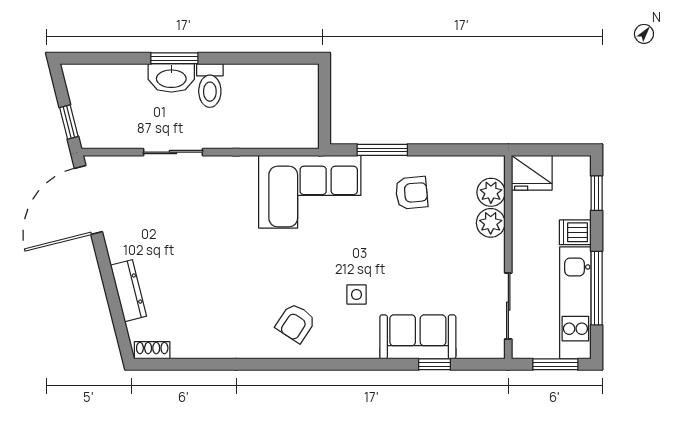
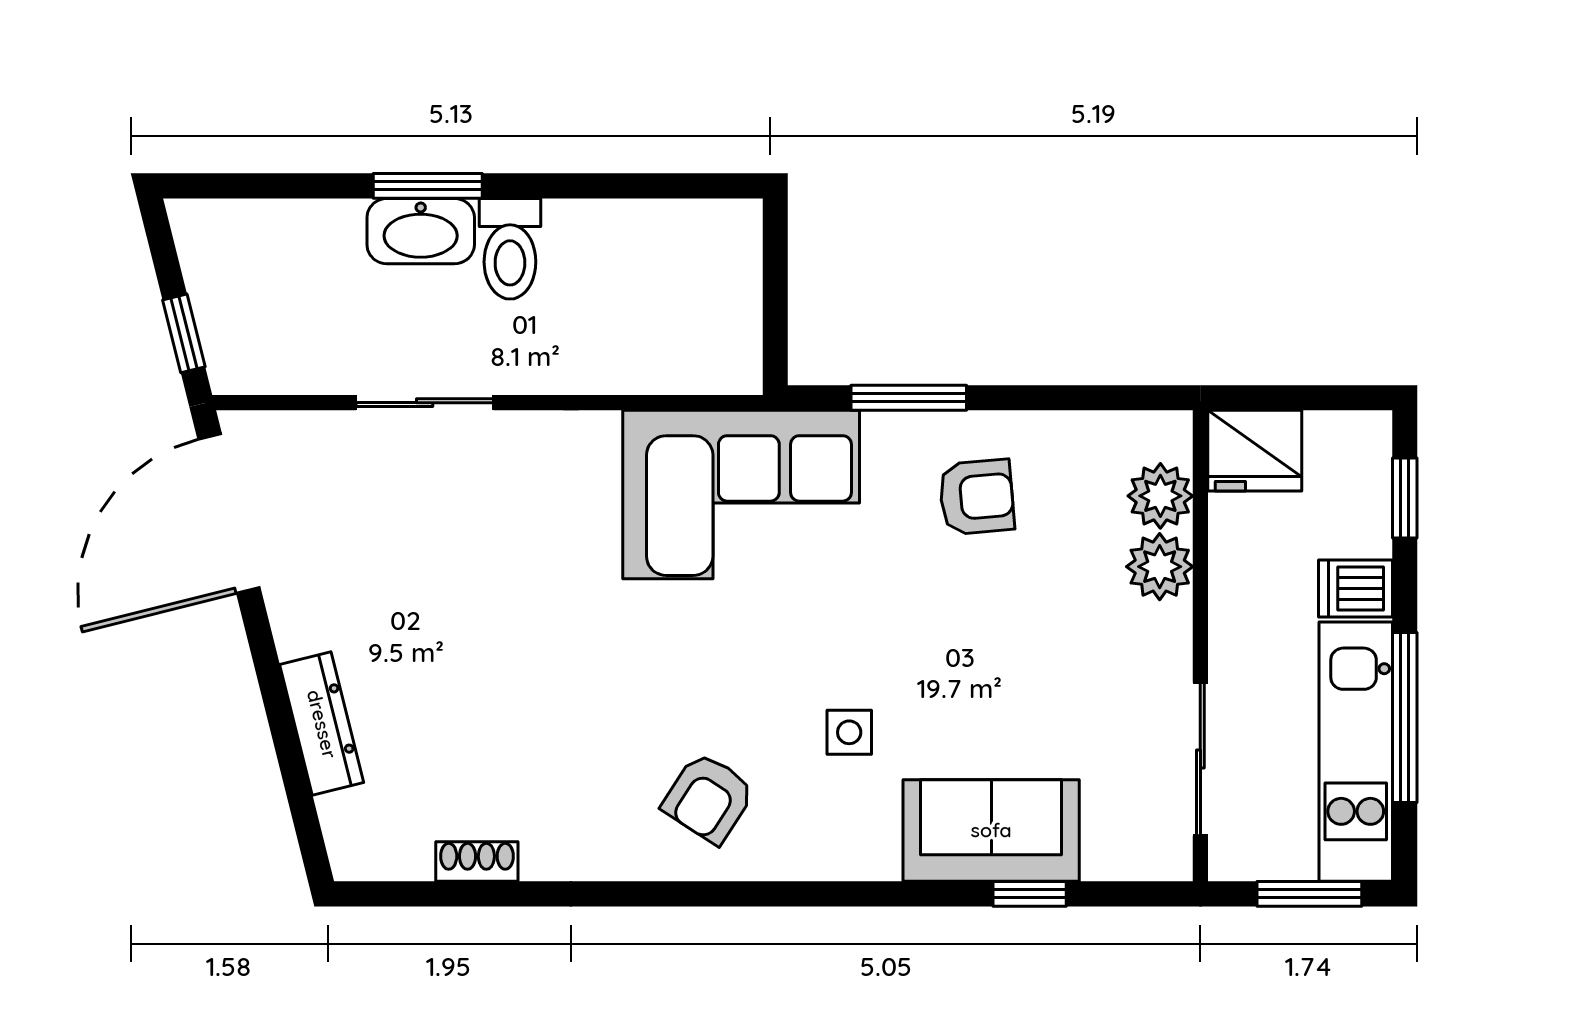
shoe rack: (152, 350) -> (477, 861), moved

